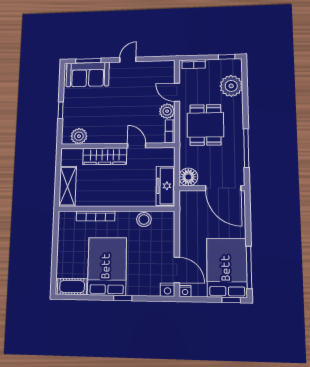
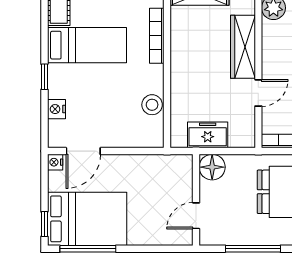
freezer: (165, 186) -> (208, 135), width x0.71
door: (223, 188) -> (196, 216), width x0.53
bed: (107, 266) -> (87, 45), width x0.67
nightstand: (168, 290) -> (56, 109), moved

